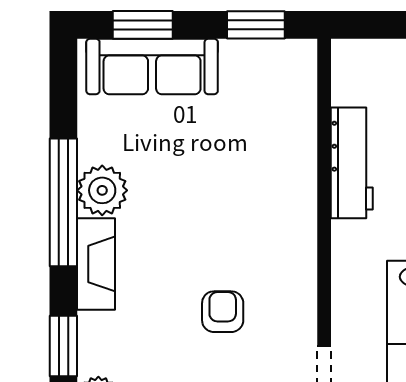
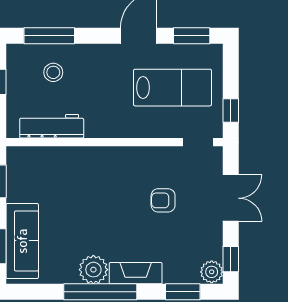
workbench: (352, 163) -> (52, 126), moved

